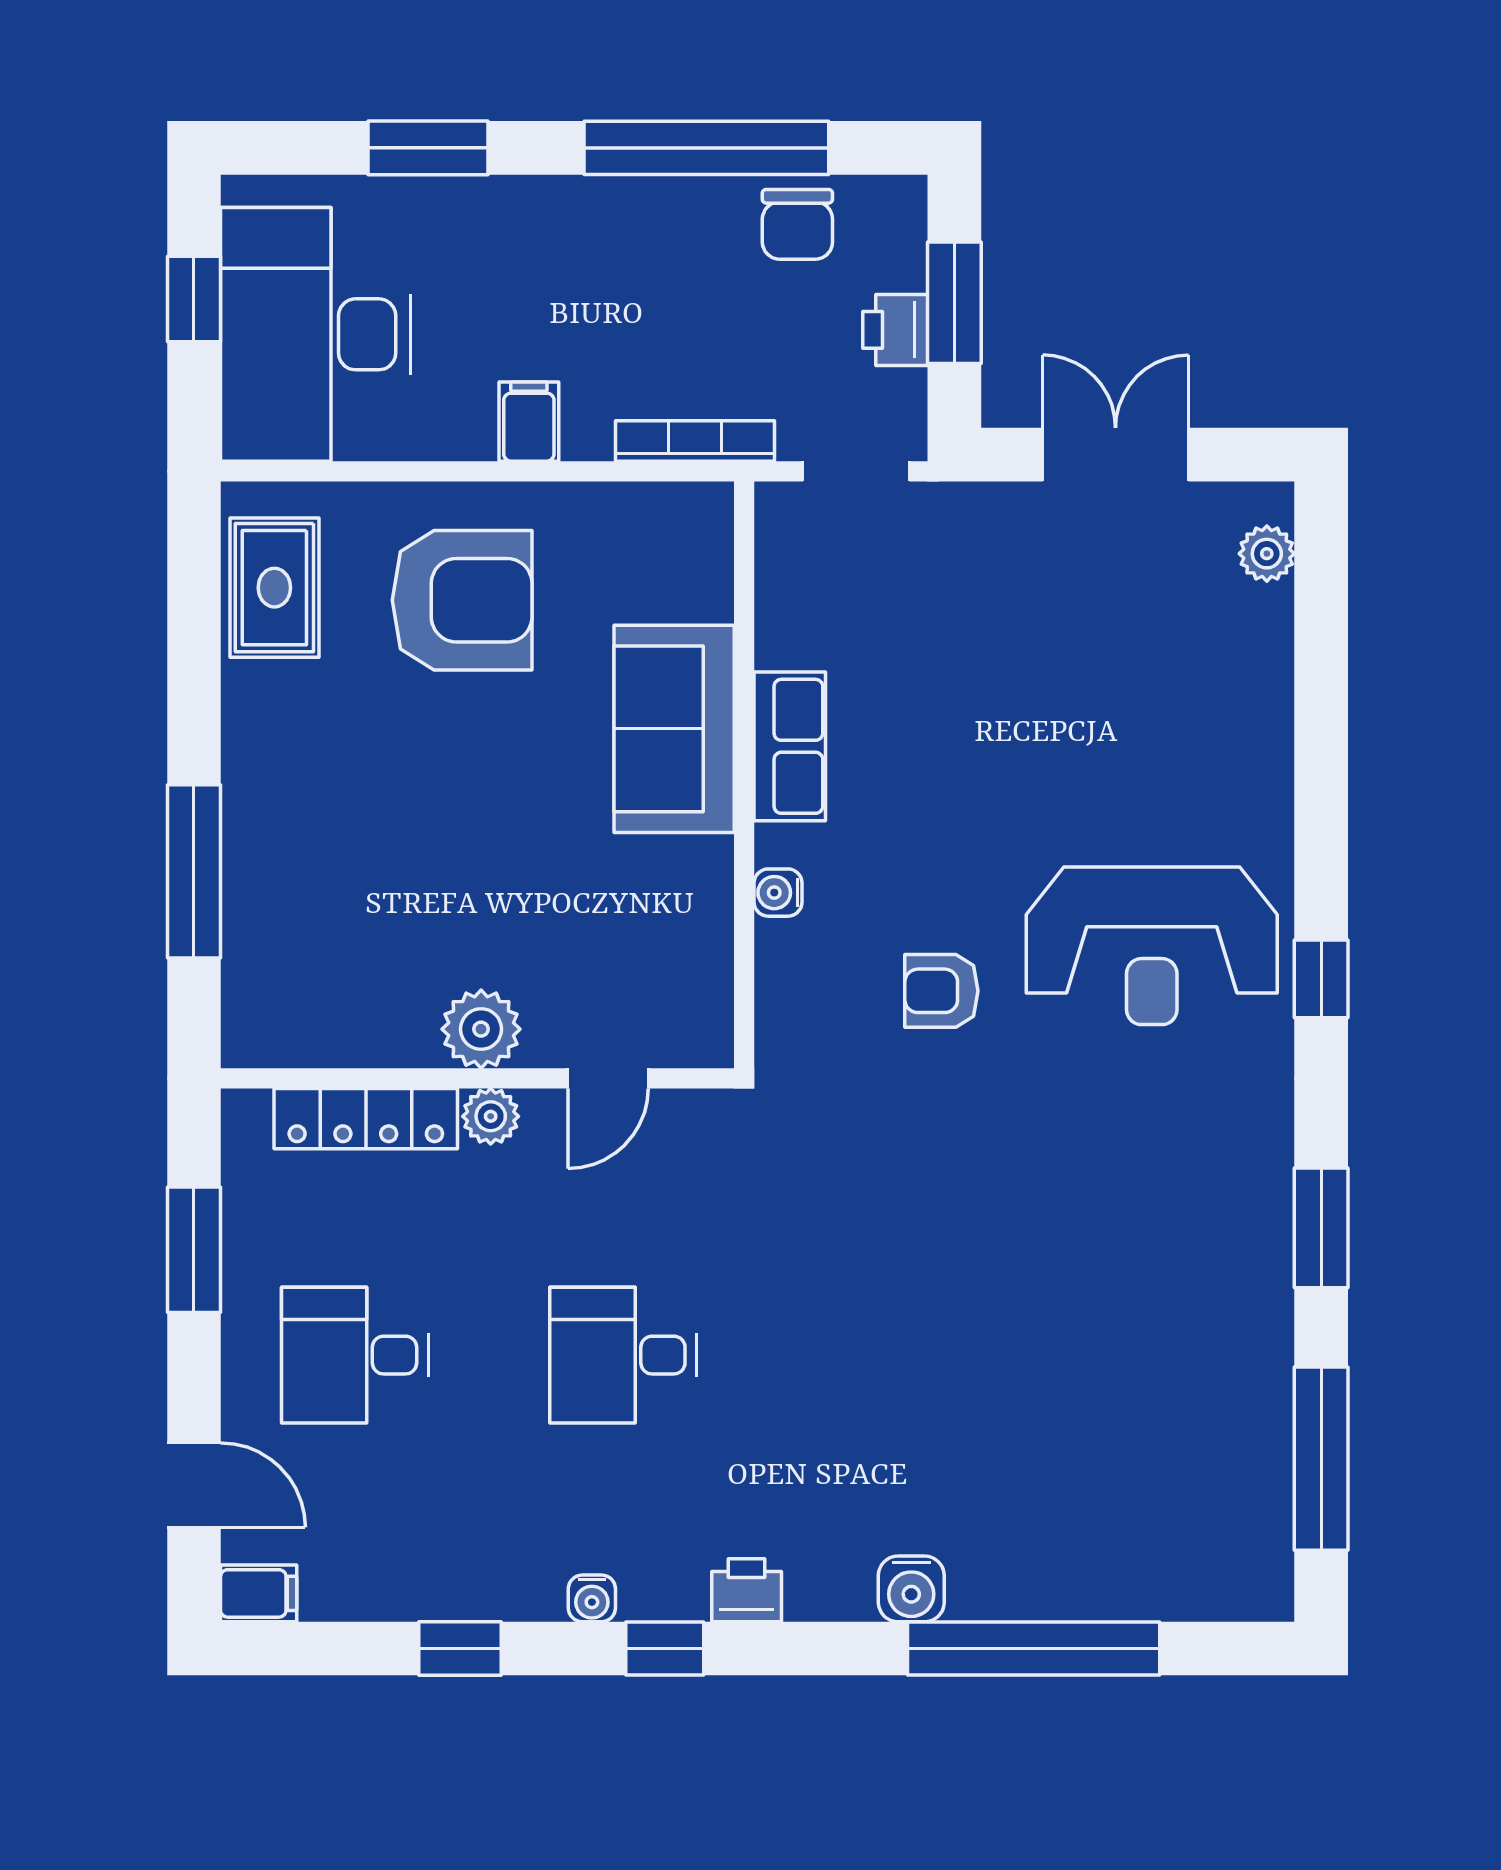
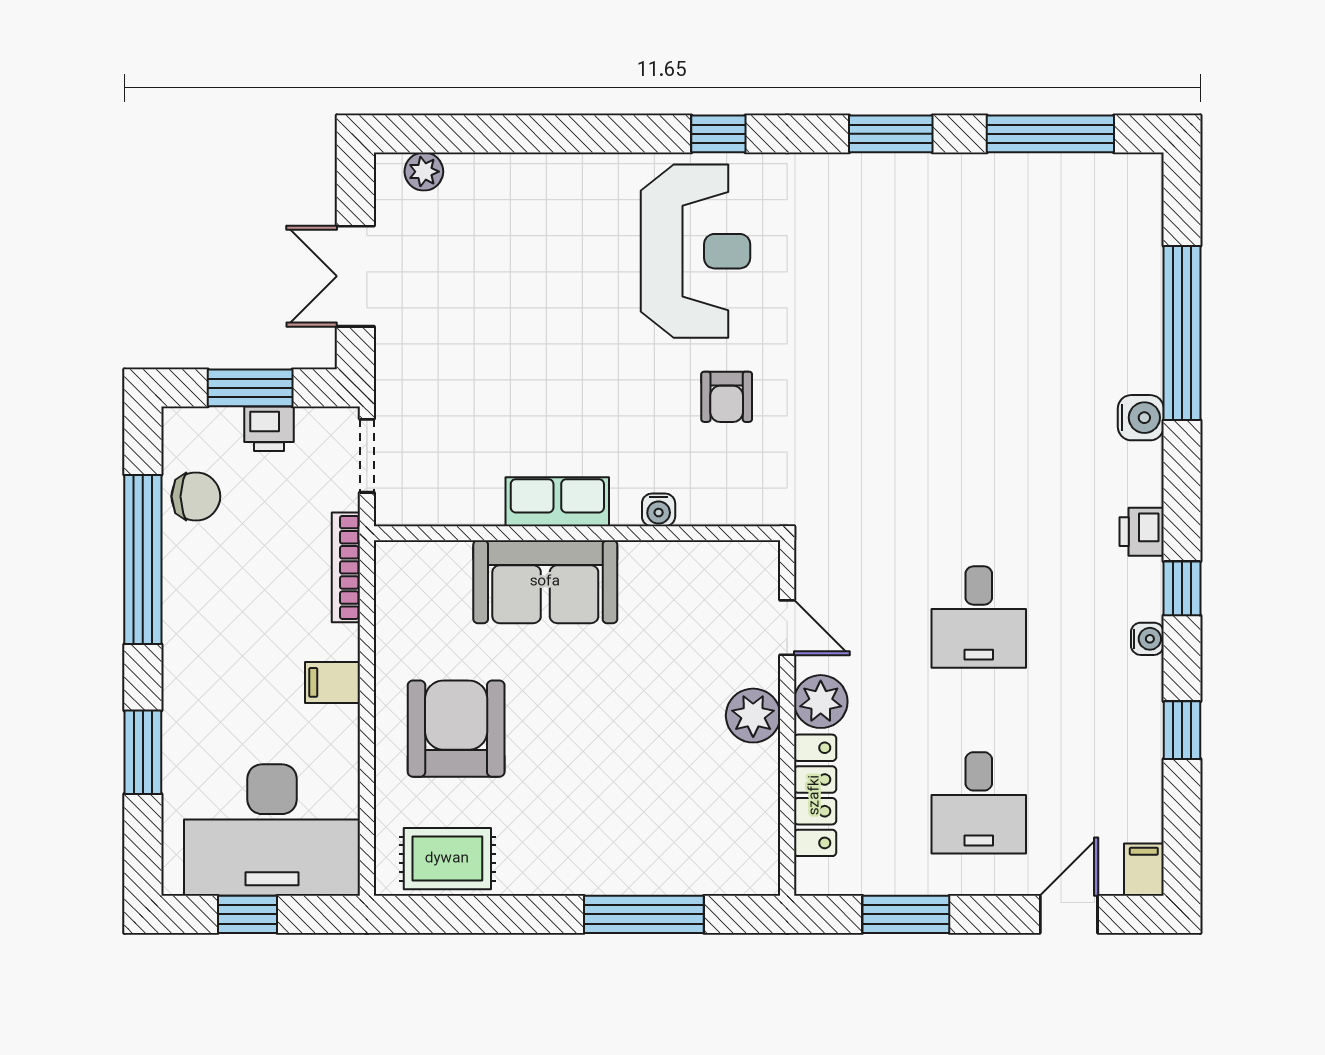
plant: (491, 1116) -> (821, 702), width x1.38, depth x1.38

